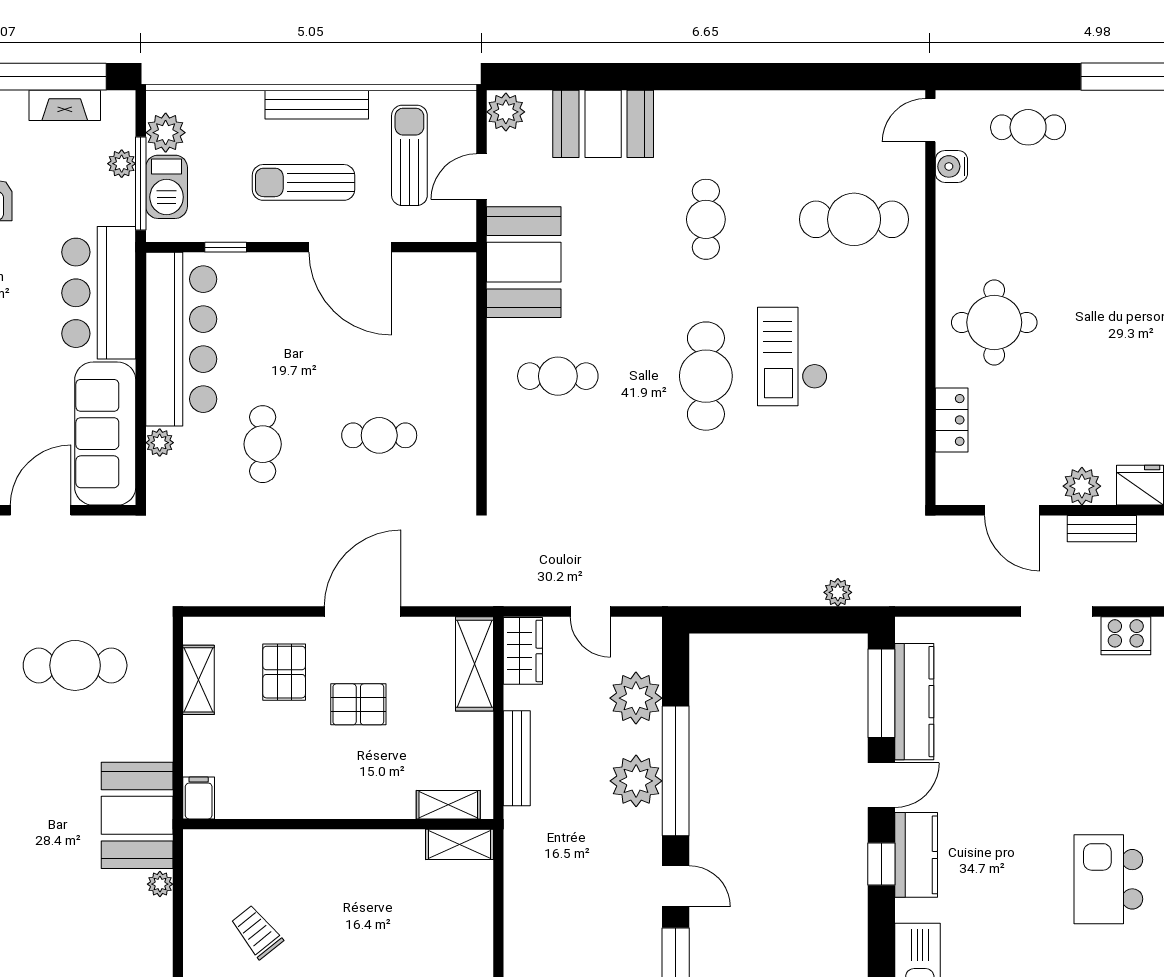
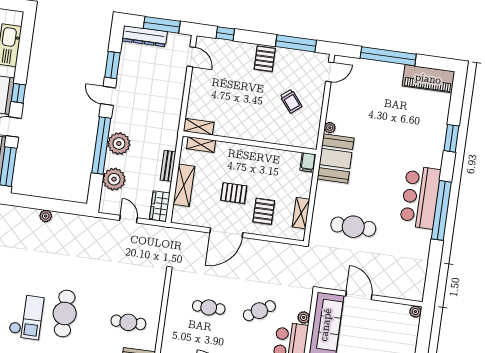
cafe table: (263, 444) -> (259, 311), turned 59
door: (41, 510) -> (359, 295), swing flipped
plant: (838, 592) -> (46, 216), moved
shelving: (474, 664) -> (184, 185), moved
bench: (517, 758) -> (168, 166), width x0.73

